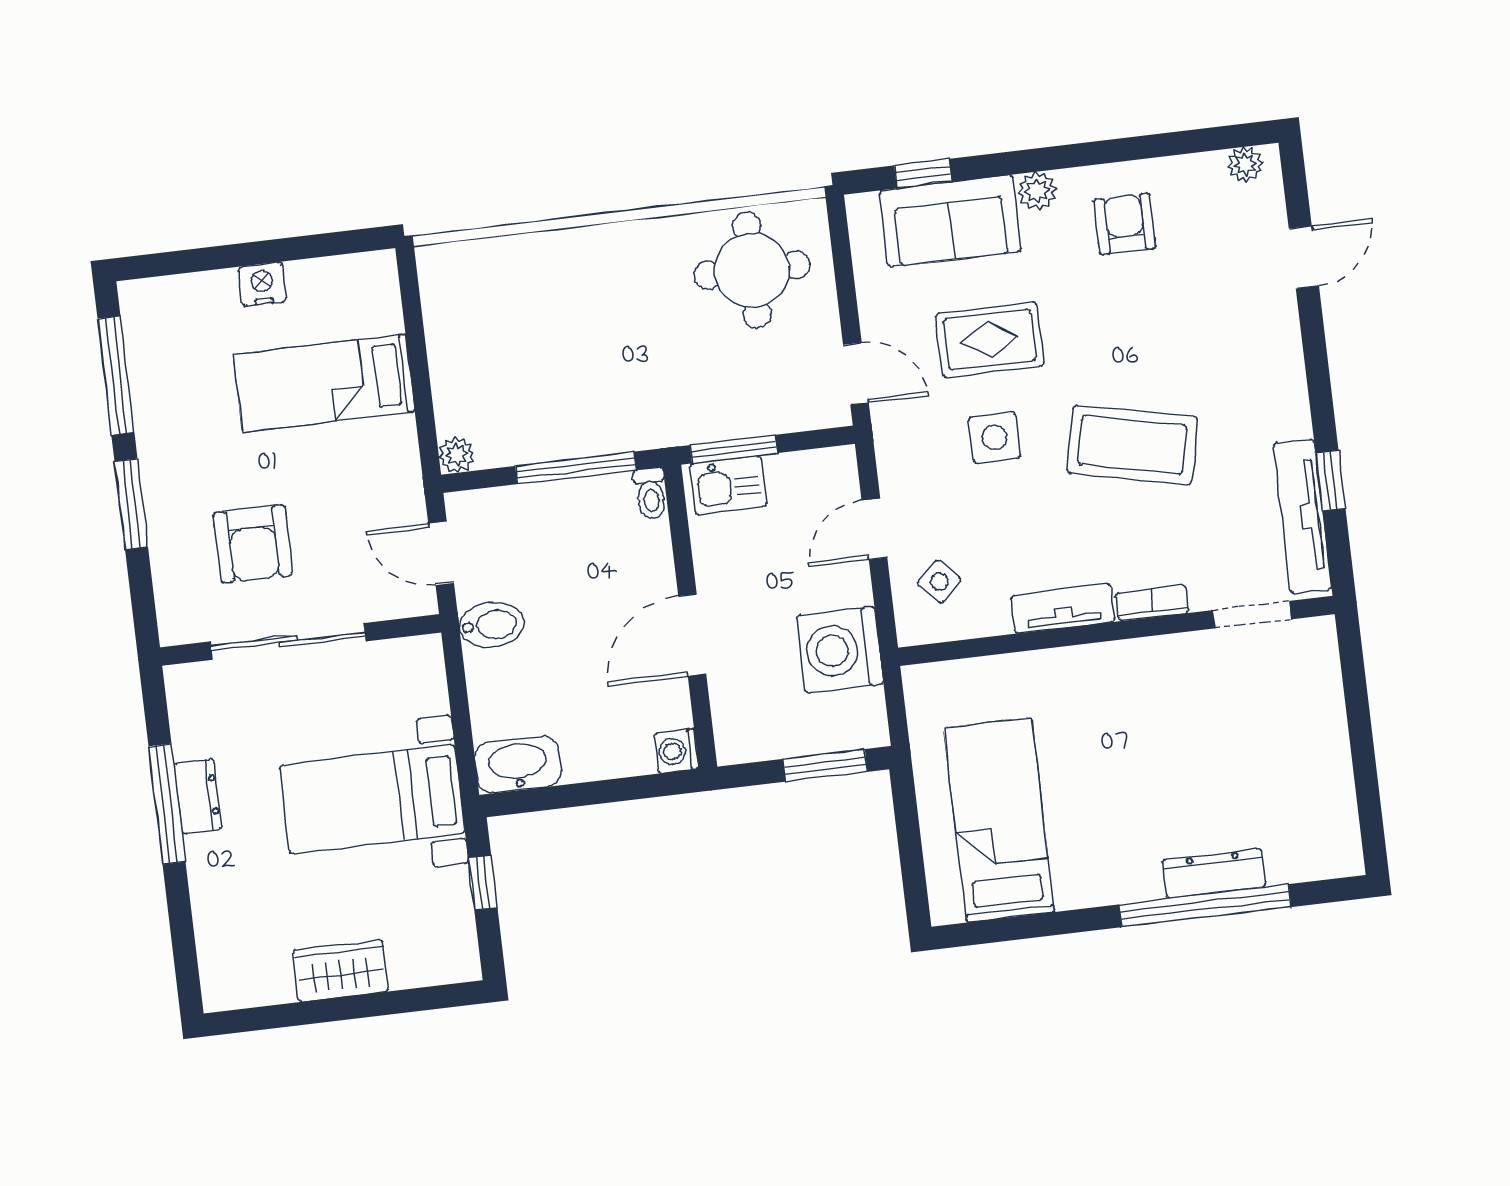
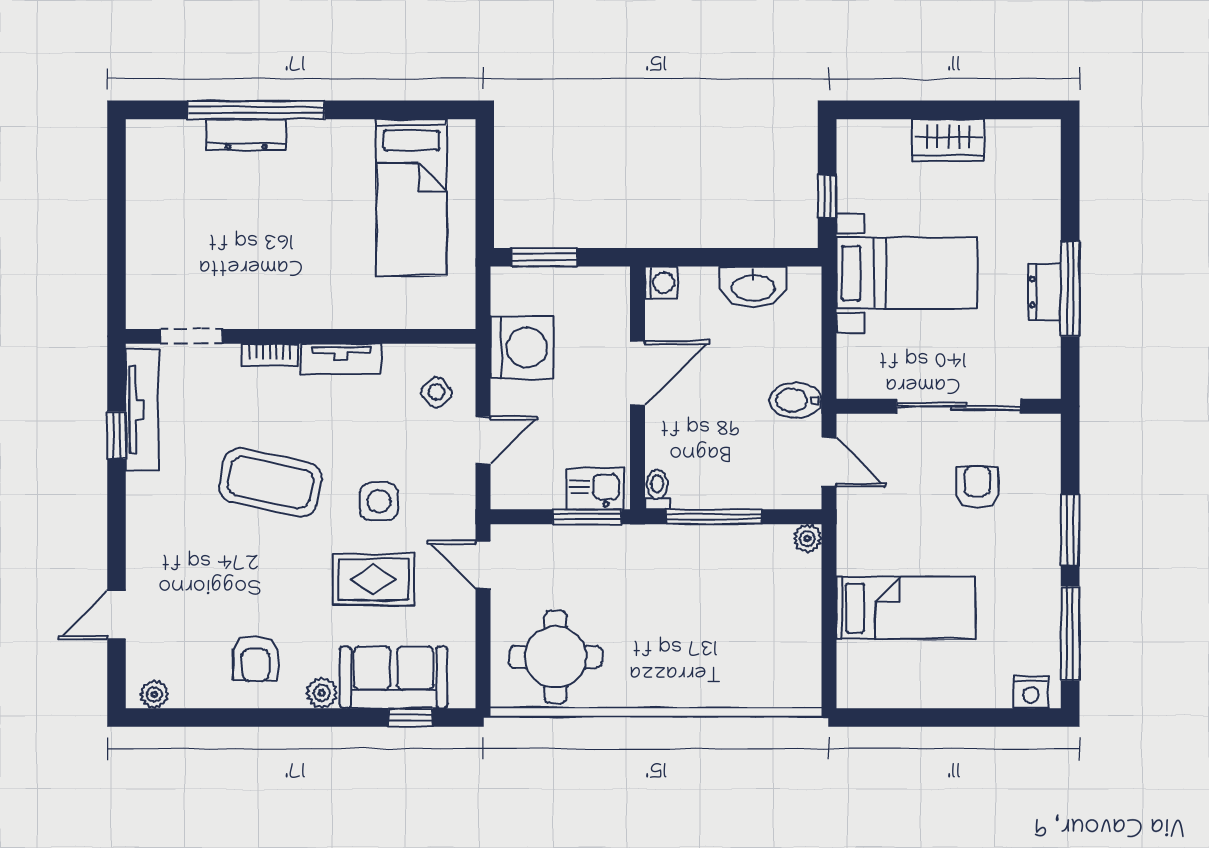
nightstand: (262, 284) -> (1031, 692), moved
armchair: (253, 544) -> (977, 487), width x0.72, depth x0.72
washbasin: (518, 765) -> (753, 287), moved

